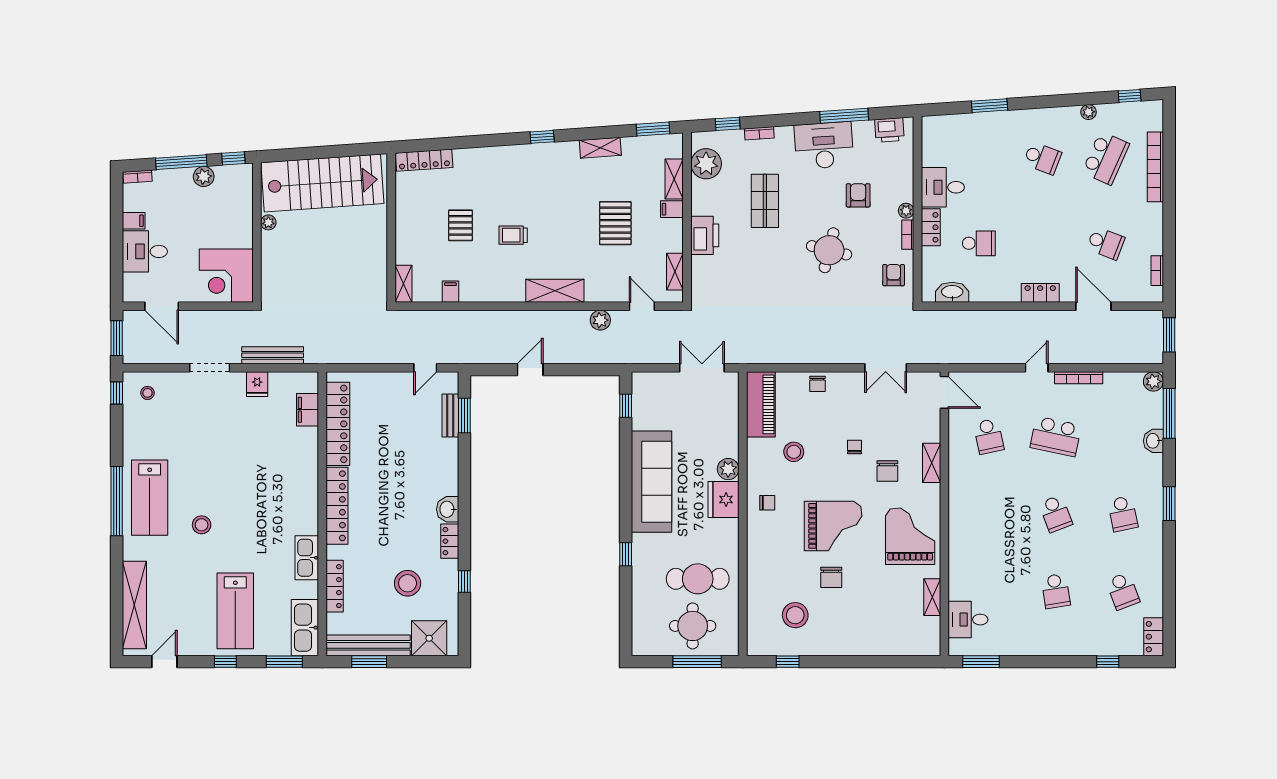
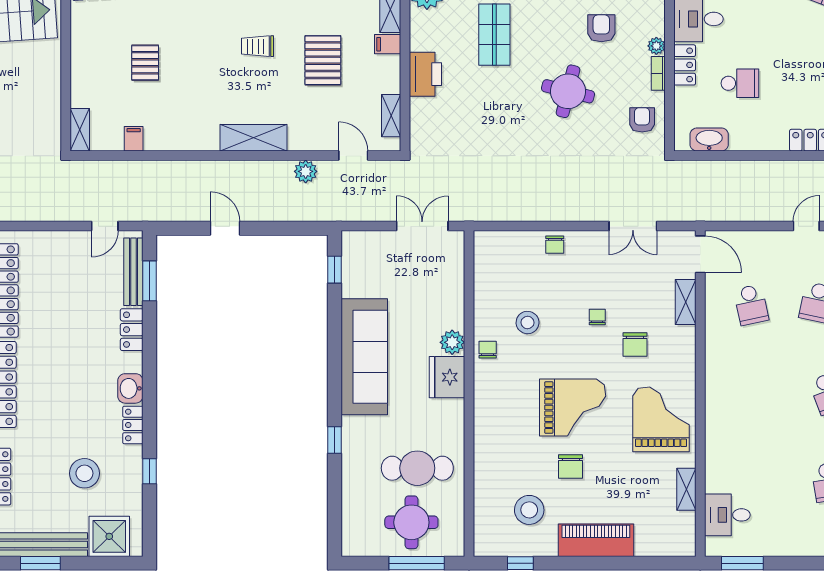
trolley: (513, 235) -> (258, 46), moved
door: (530, 370) -> (225, 228), hinge flipped
piano: (761, 404) -> (596, 540), moved, turned -90
bench: (450, 415) -> (133, 272), width x1.36
locker: (449, 458) -> (132, 330), added
shelving: (932, 463) -> (686, 302), moved
chair: (767, 503) -> (488, 350), moved, turned -90

